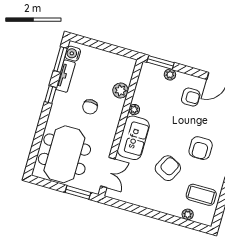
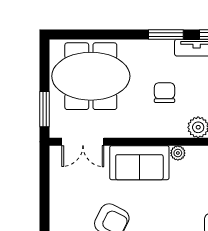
window: (50, 95) -> (166, 35), width x1.50
chair: (90, 107) -> (164, 93), turned 90

